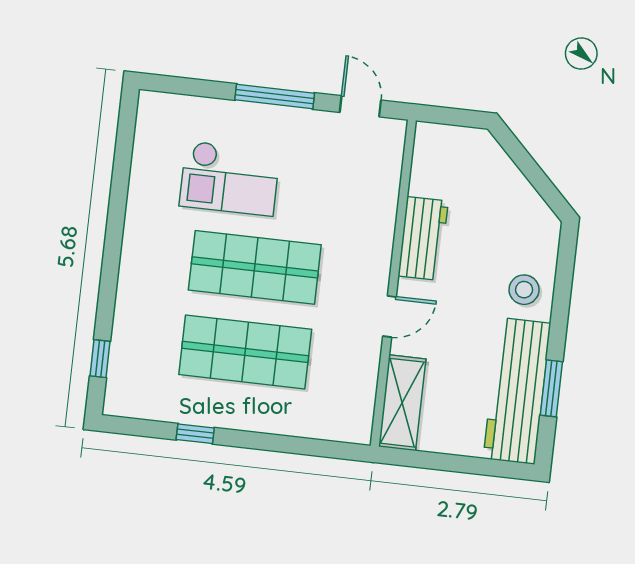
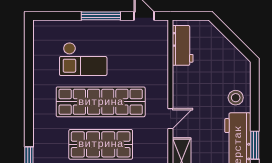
workbench: (423, 238) -> (183, 45), moved
shop shelf: (255, 267) -> (101, 102), width x1.40

